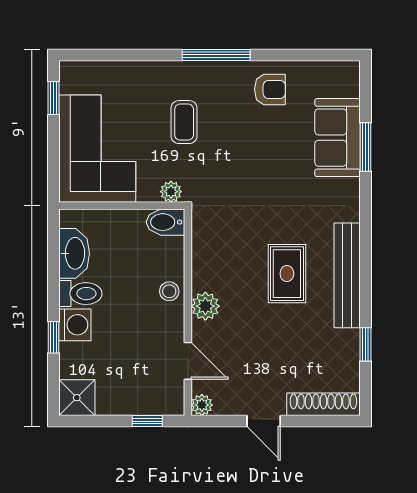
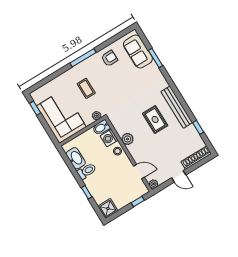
sofa: (337, 138) -> (138, 51), moved
plant: (205, 306) -> (128, 139), moved
washing machine: (75, 325) -> (109, 138), moved, turned 180

